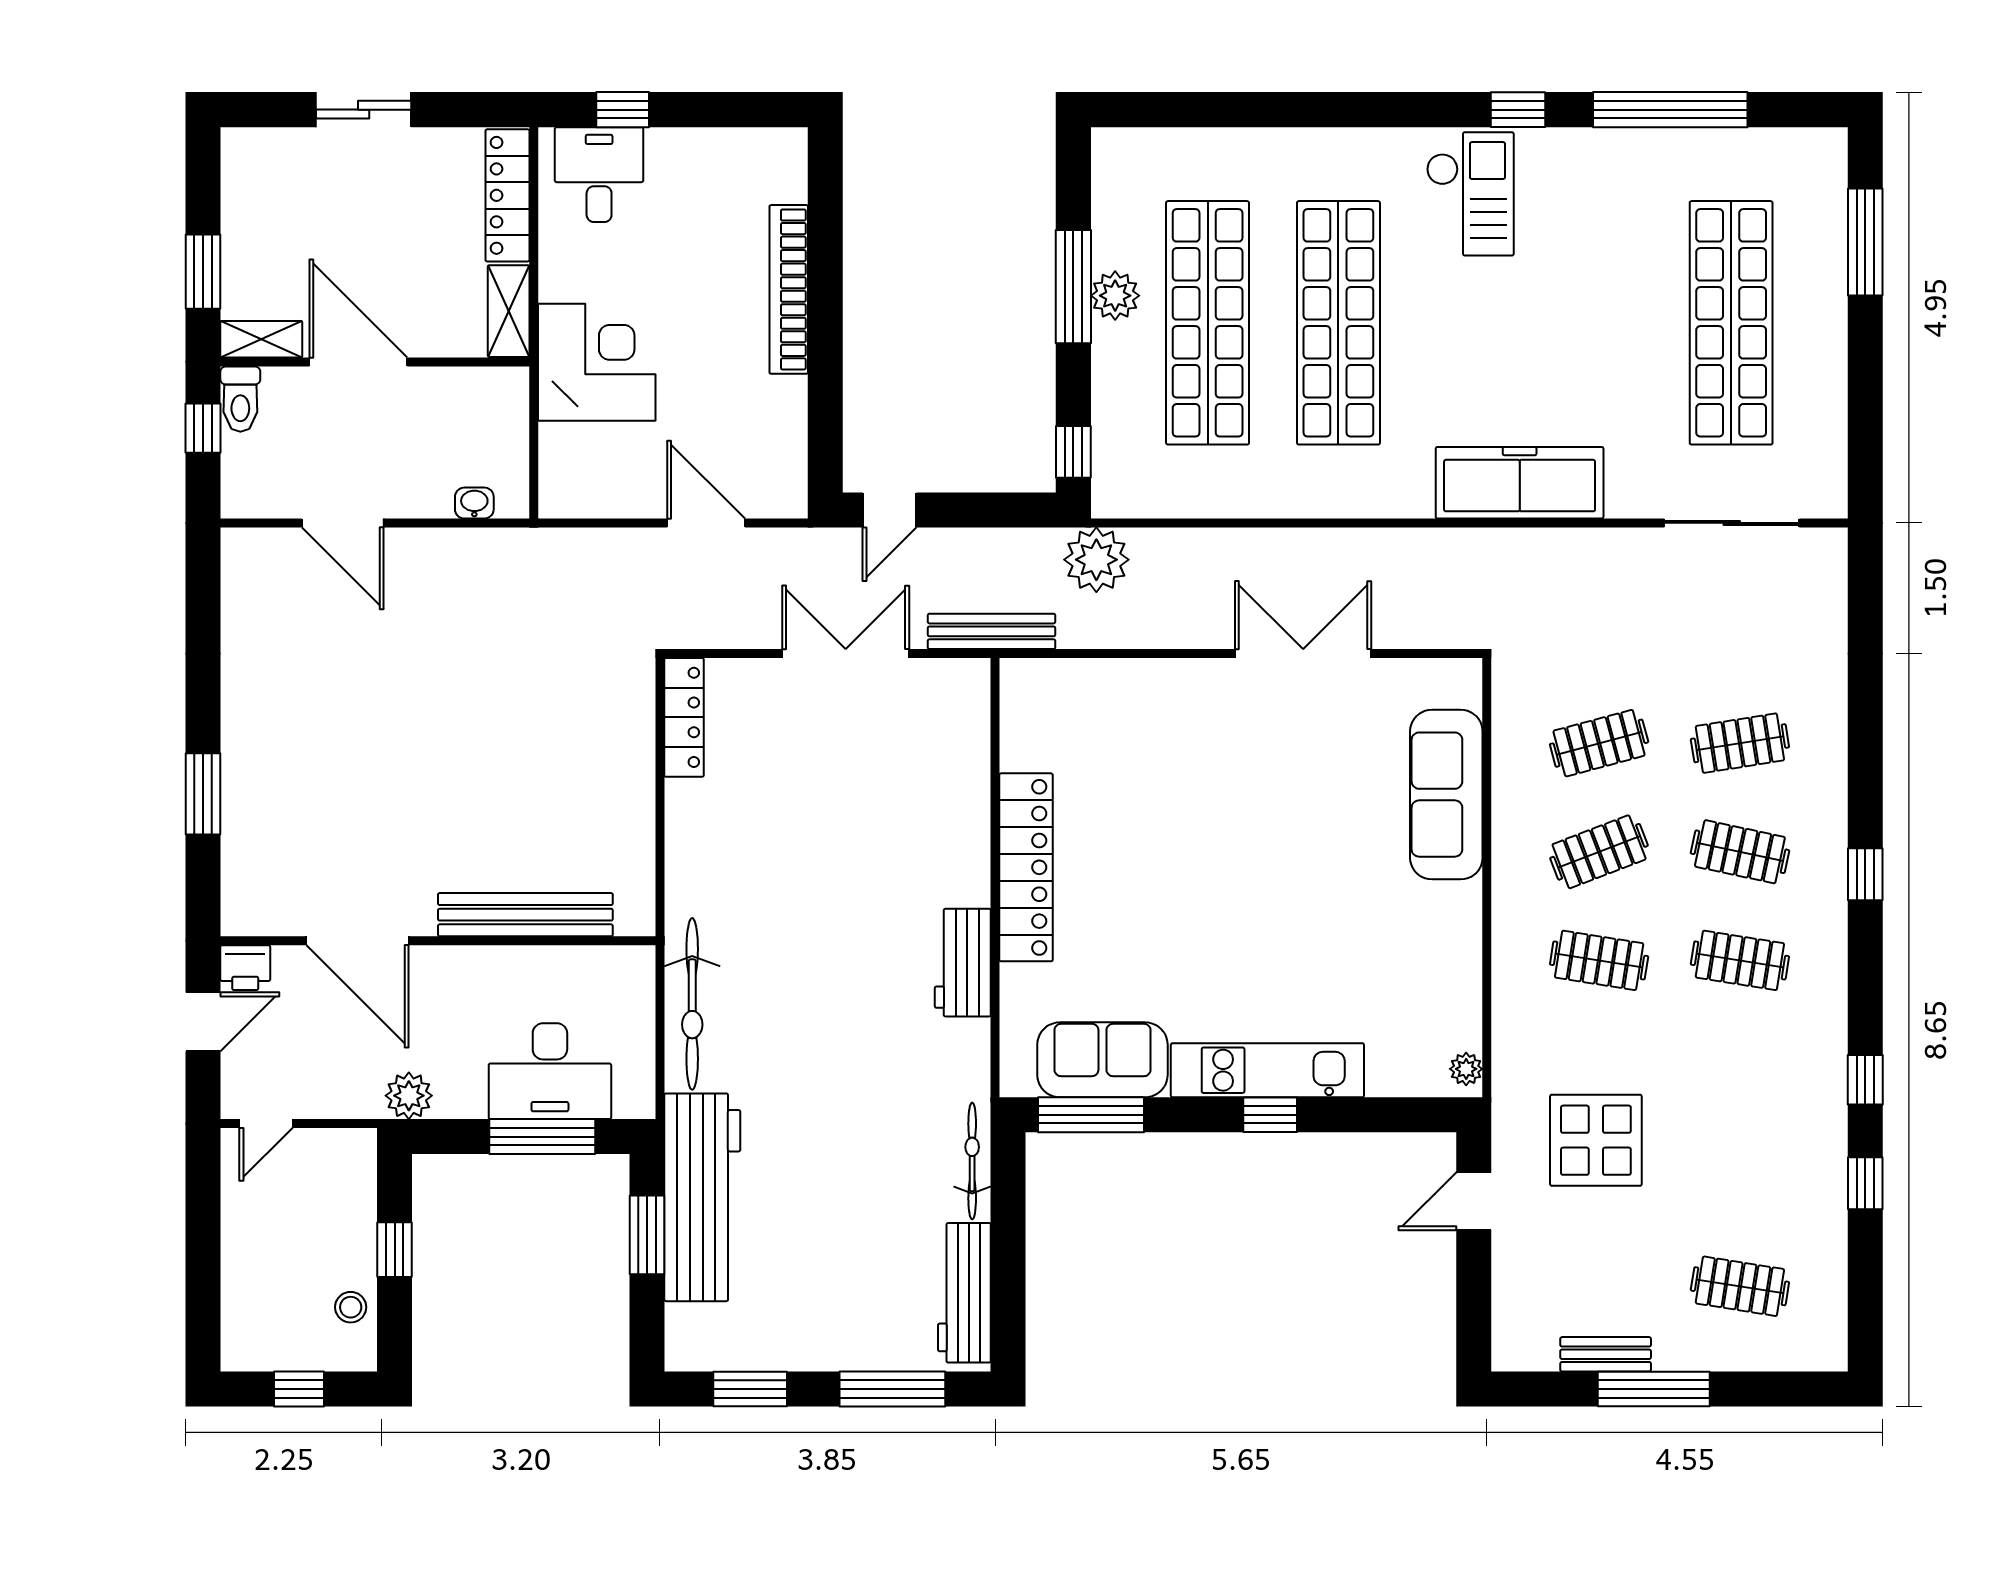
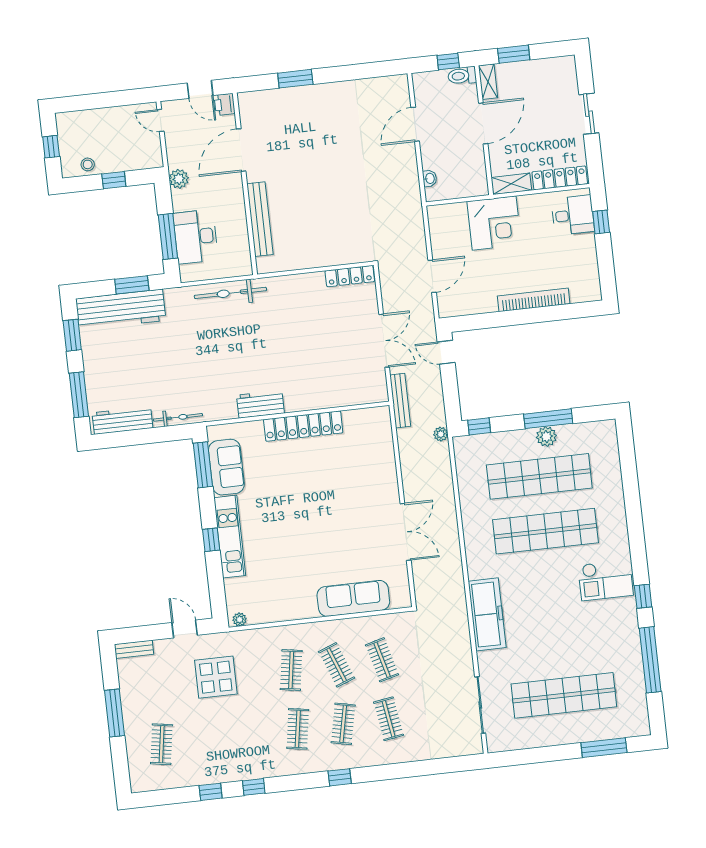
plant: (1096, 560) -> (441, 434), width x0.53, depth x0.53
workbench: (702, 1197) -> (121, 310), moved
bench: (1606, 1354) -> (134, 649), moved, turned 90

